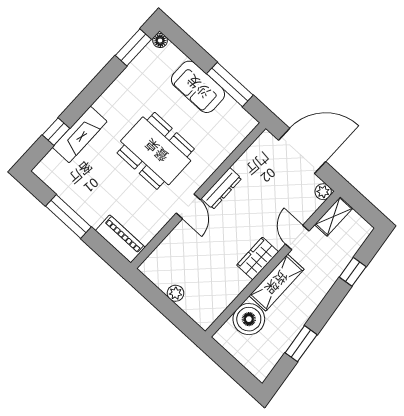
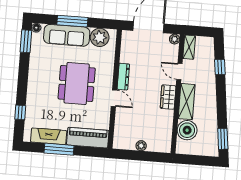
window: (230, 84) -> (72, 21), moved
sofa: (198, 87) -> (67, 35), width x1.36
plant: (230, 116) -> (100, 37), added
fireplace: (80, 134) -> (49, 136), moved, turned -90
dining table: (156, 151) -> (77, 83), turned 90
piano: (120, 239) -> (88, 138), width x1.37, depth x1.33
window: (301, 344) -> (223, 139), moved

